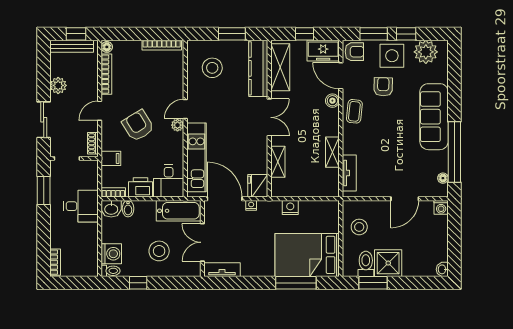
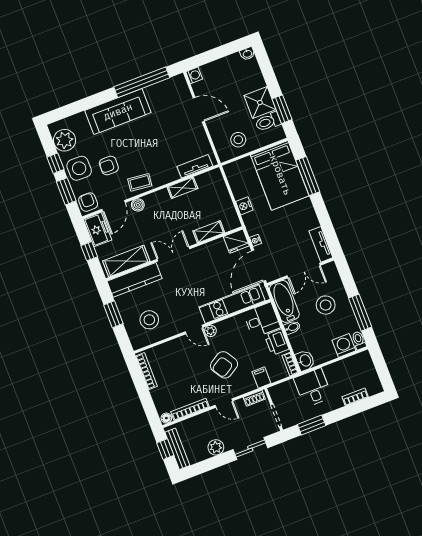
floor lamp: (443, 178) -> (168, 83), removed
bidet: (128, 209) -> (292, 327), moved
bookcase: (55, 262) -> (355, 397), moved
window: (138, 283) -> (360, 313), width x2.17

